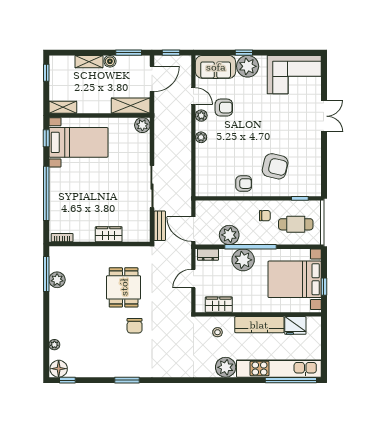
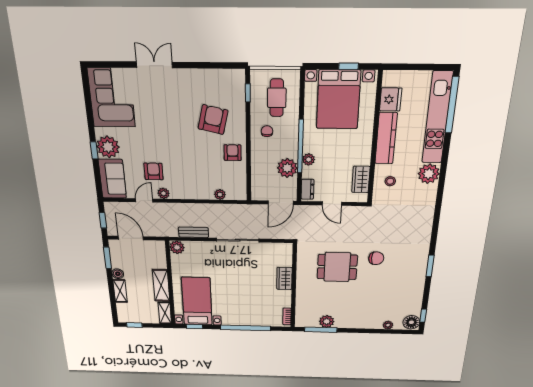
shelving: (131, 106) -> (161, 285), moved
plant: (201, 137) -> (220, 194), moved
bench: (160, 226) -> (193, 232), moved
plant: (243, 260) -> (309, 159), width x0.53, depth x0.53

